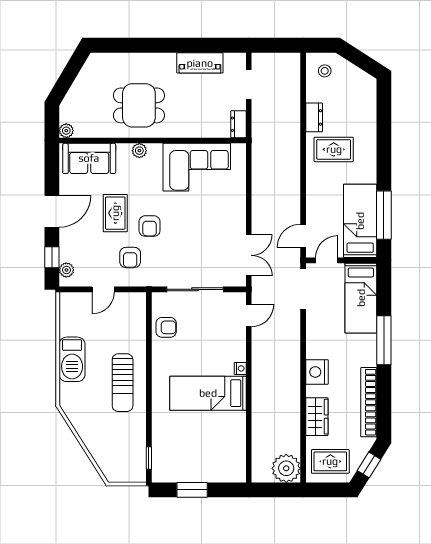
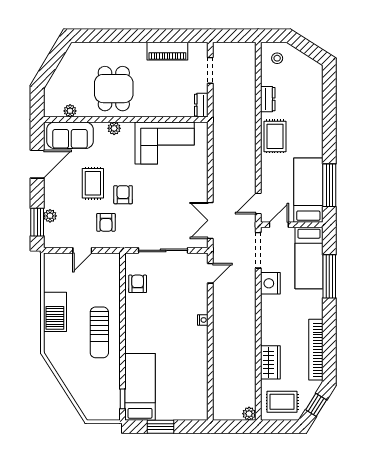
dining table: (139, 105) -> (114, 89), turned 90
plant: (66, 131) -> (70, 111), moved
rug: (334, 149) -> (275, 136), moved, turned 90
door: (52, 211) -> (37, 164), moved
armchair: (150, 226) -> (123, 195), turned 180
double door: (249, 255) -> (210, 220), swing flipped
window: (52, 257) -> (37, 222), width x1.50
plant: (66, 270) -> (50, 216), moved
armchair: (166, 327) -> (138, 284), turned -90
window: (384, 340) -> (329, 276), moved
nightstand: (317, 372) -> (270, 283), moved
bed: (208, 393) -> (140, 387), moved, turned 90
plant: (286, 468) -> (249, 414), width x0.53, depth x0.53

